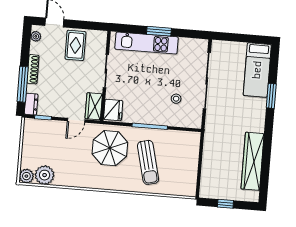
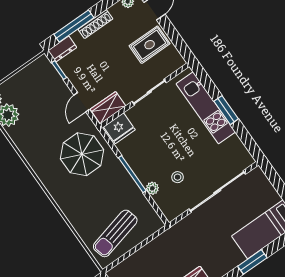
door: (76, 120) -> (82, 102), hinge flipped
plant: (170, 121) -> (152, 188), added
sun lounger: (148, 162) -> (115, 233), moved

